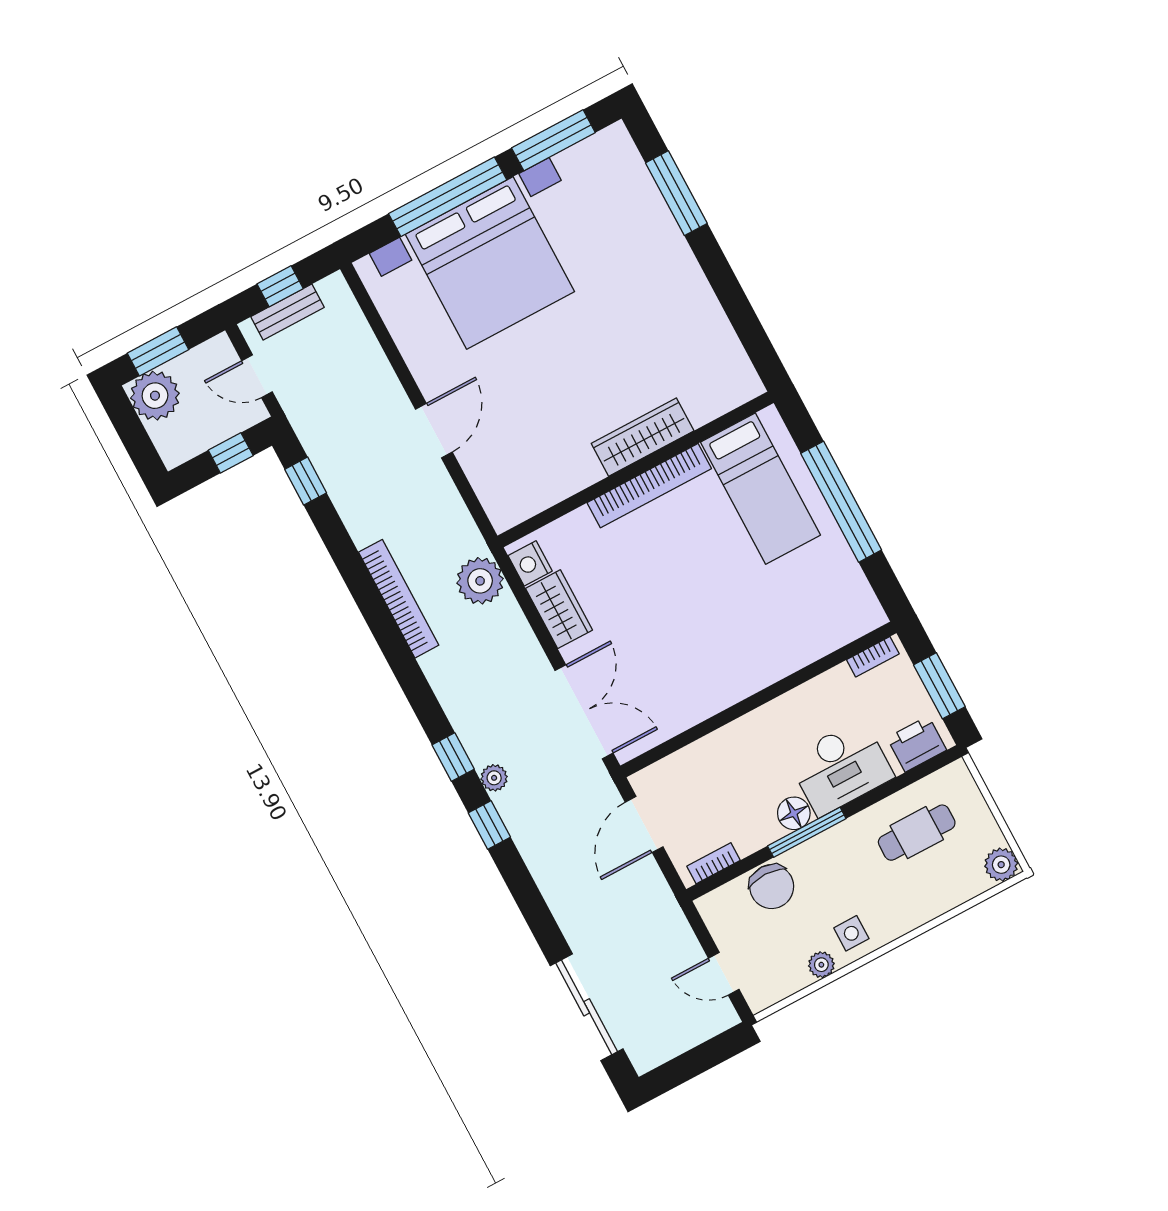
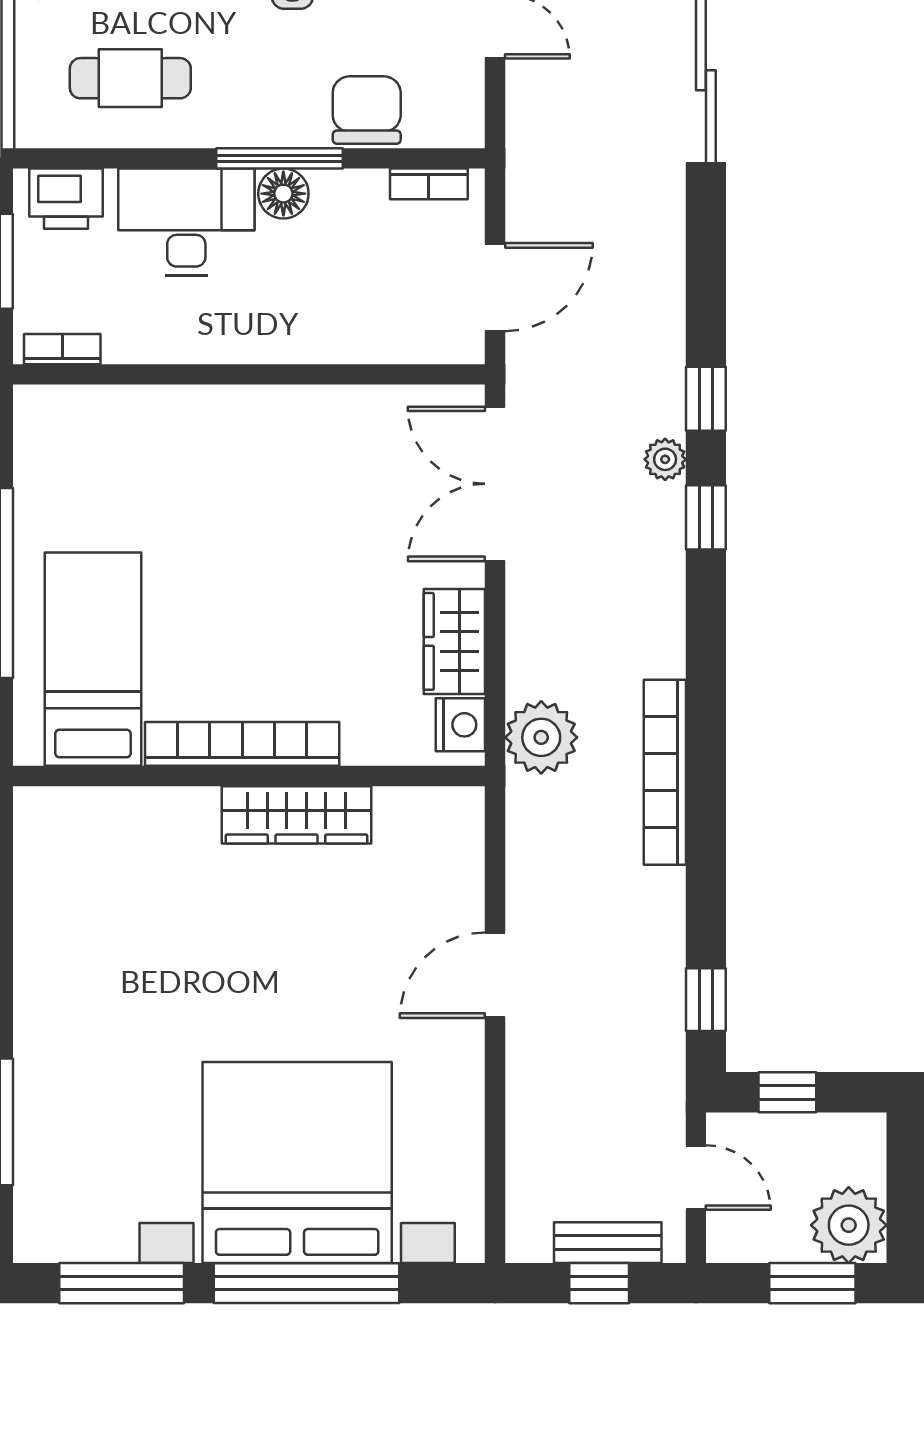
wardrobe: (643, 437) -> (297, 815), moved

